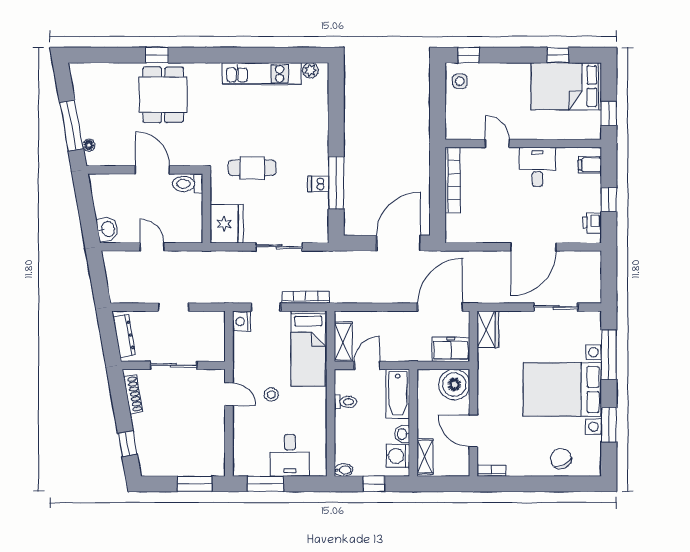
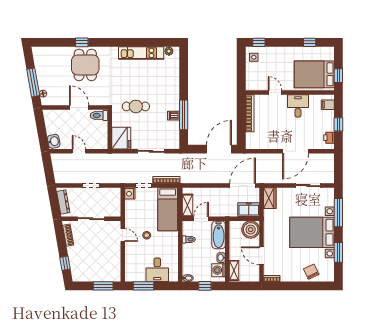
bed: (566, 86) -> (314, 74), moved

